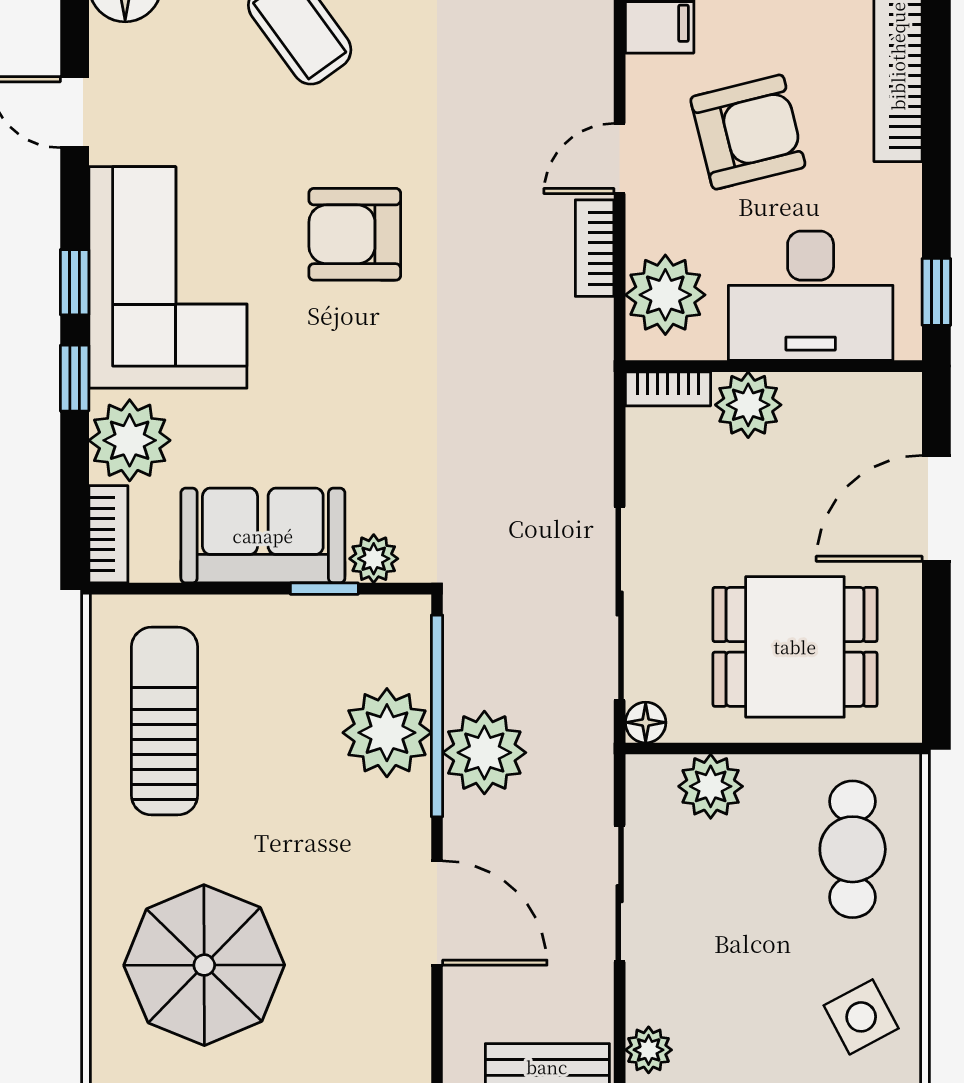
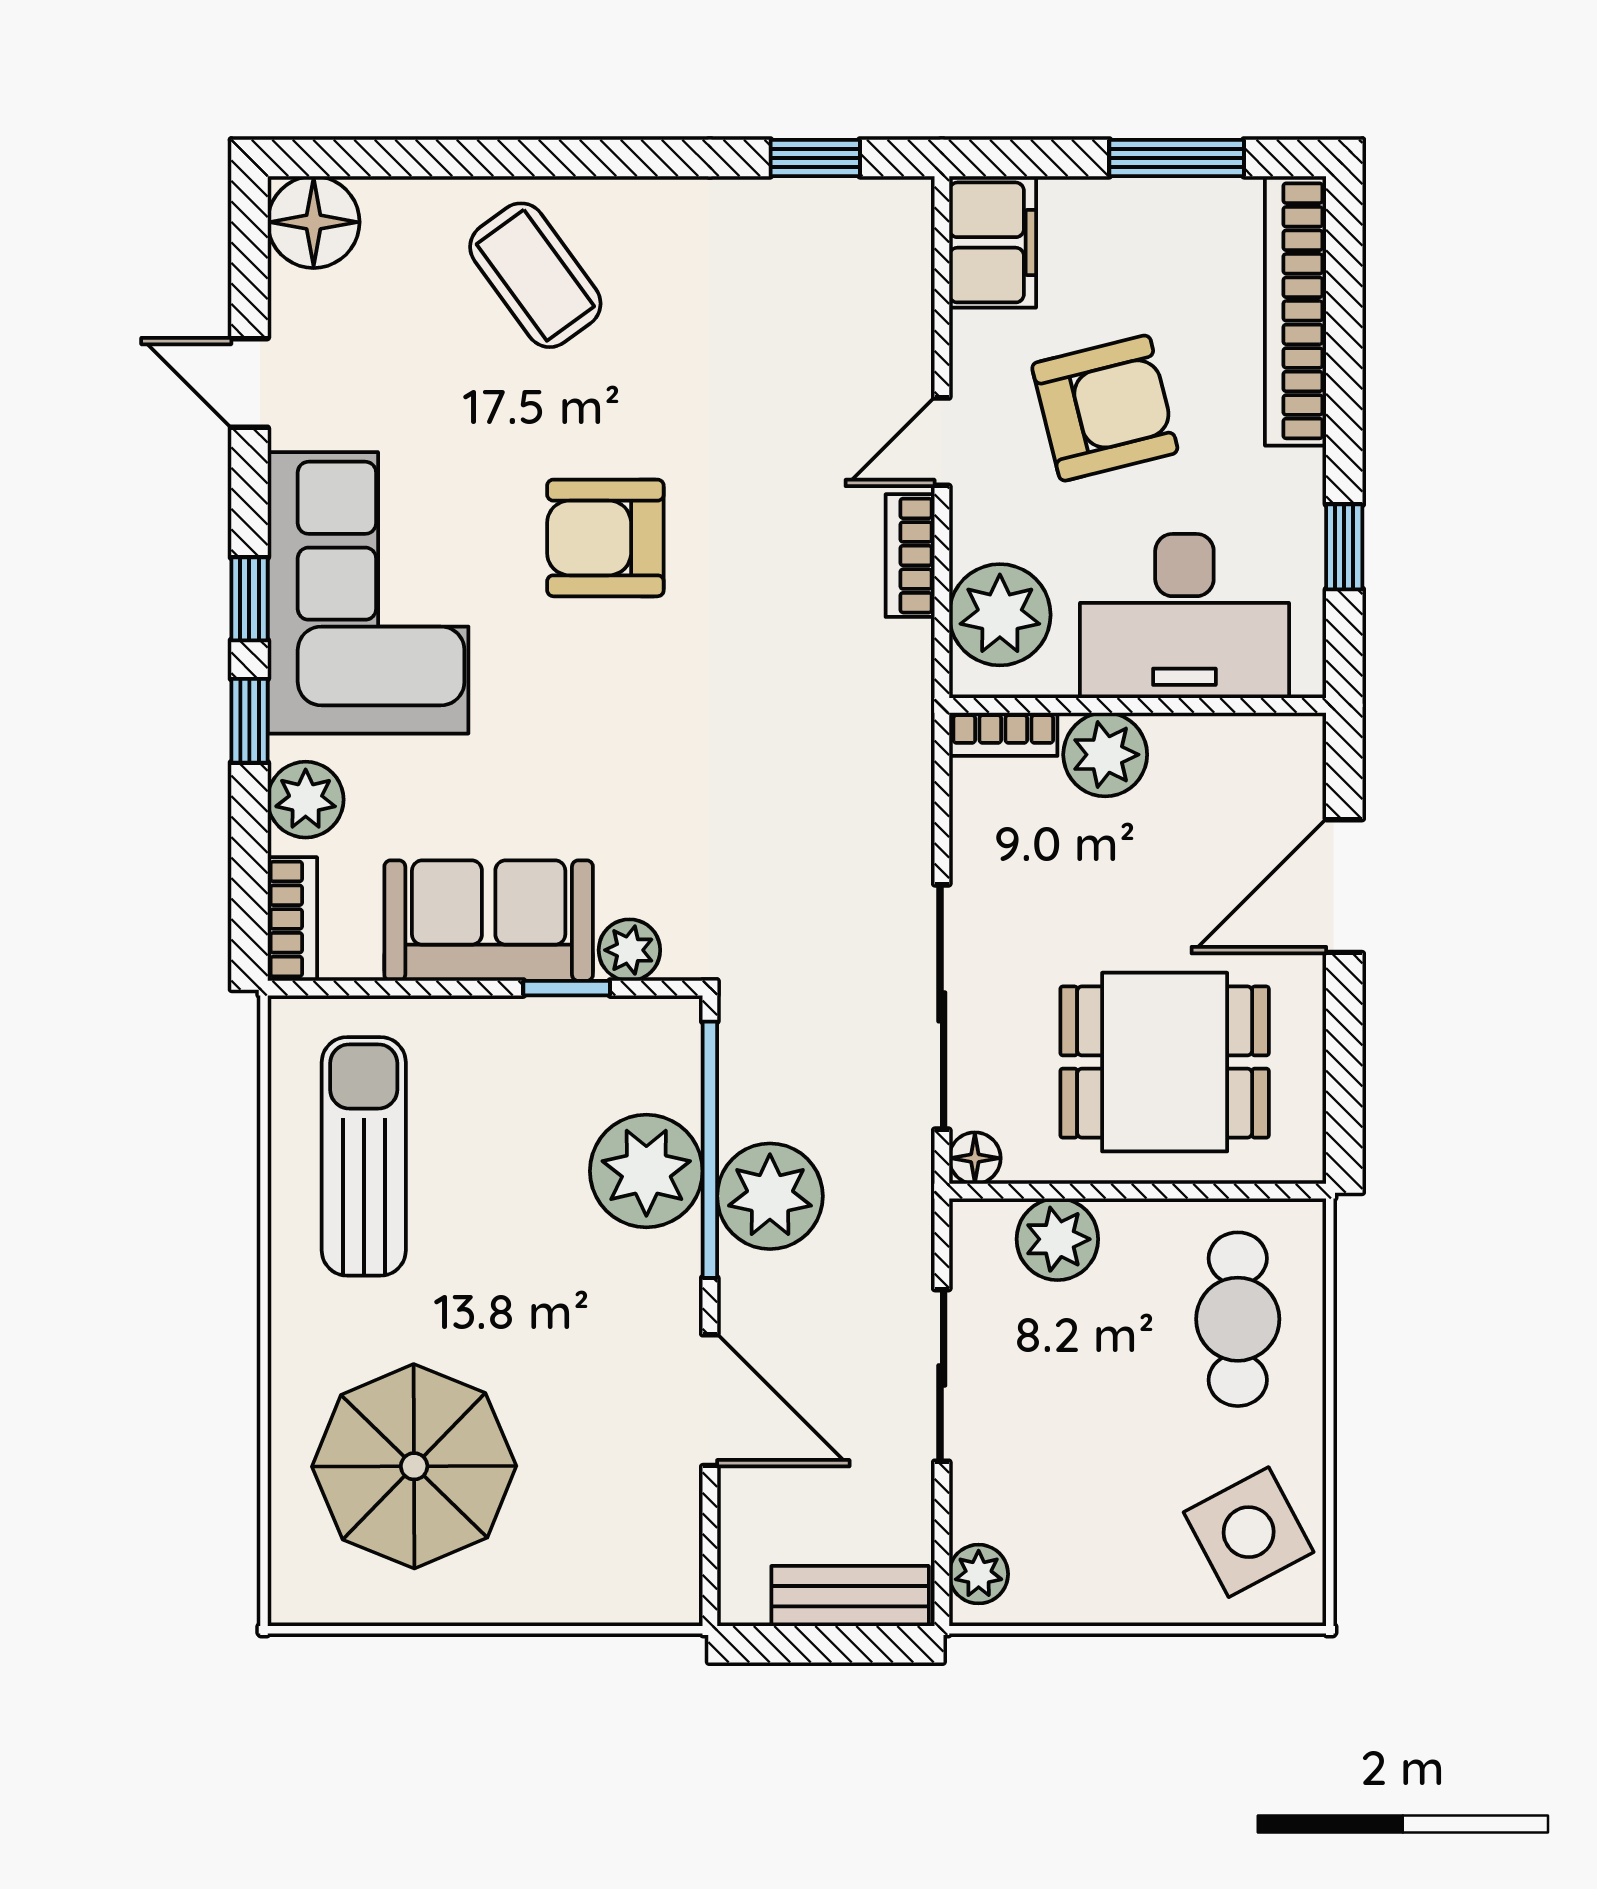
window: (936, 292) -> (1344, 547), moved
plant: (130, 440) -> (306, 800), width x0.73, depth x0.73
side table: (861, 1017) -> (1249, 1532), width x1.37, depth x1.37

